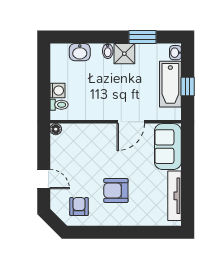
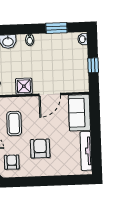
shower: (124, 54) -> (24, 86), moved
bathtub: (170, 84) -> (80, 64), removed
coffee table: (84, 157) -> (14, 124), added
armchair: (116, 191) -> (40, 149), turned 90

